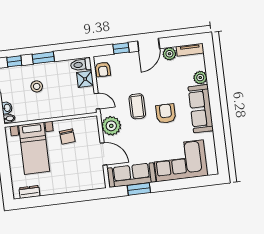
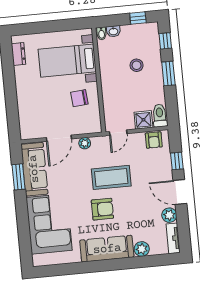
armchair: (103, 69) -> (154, 140), turned -90
coffee table: (137, 106) -> (111, 177), width x1.36, depth x1.32
plant: (111, 126) -> (85, 143), width x0.53, depth x0.53

